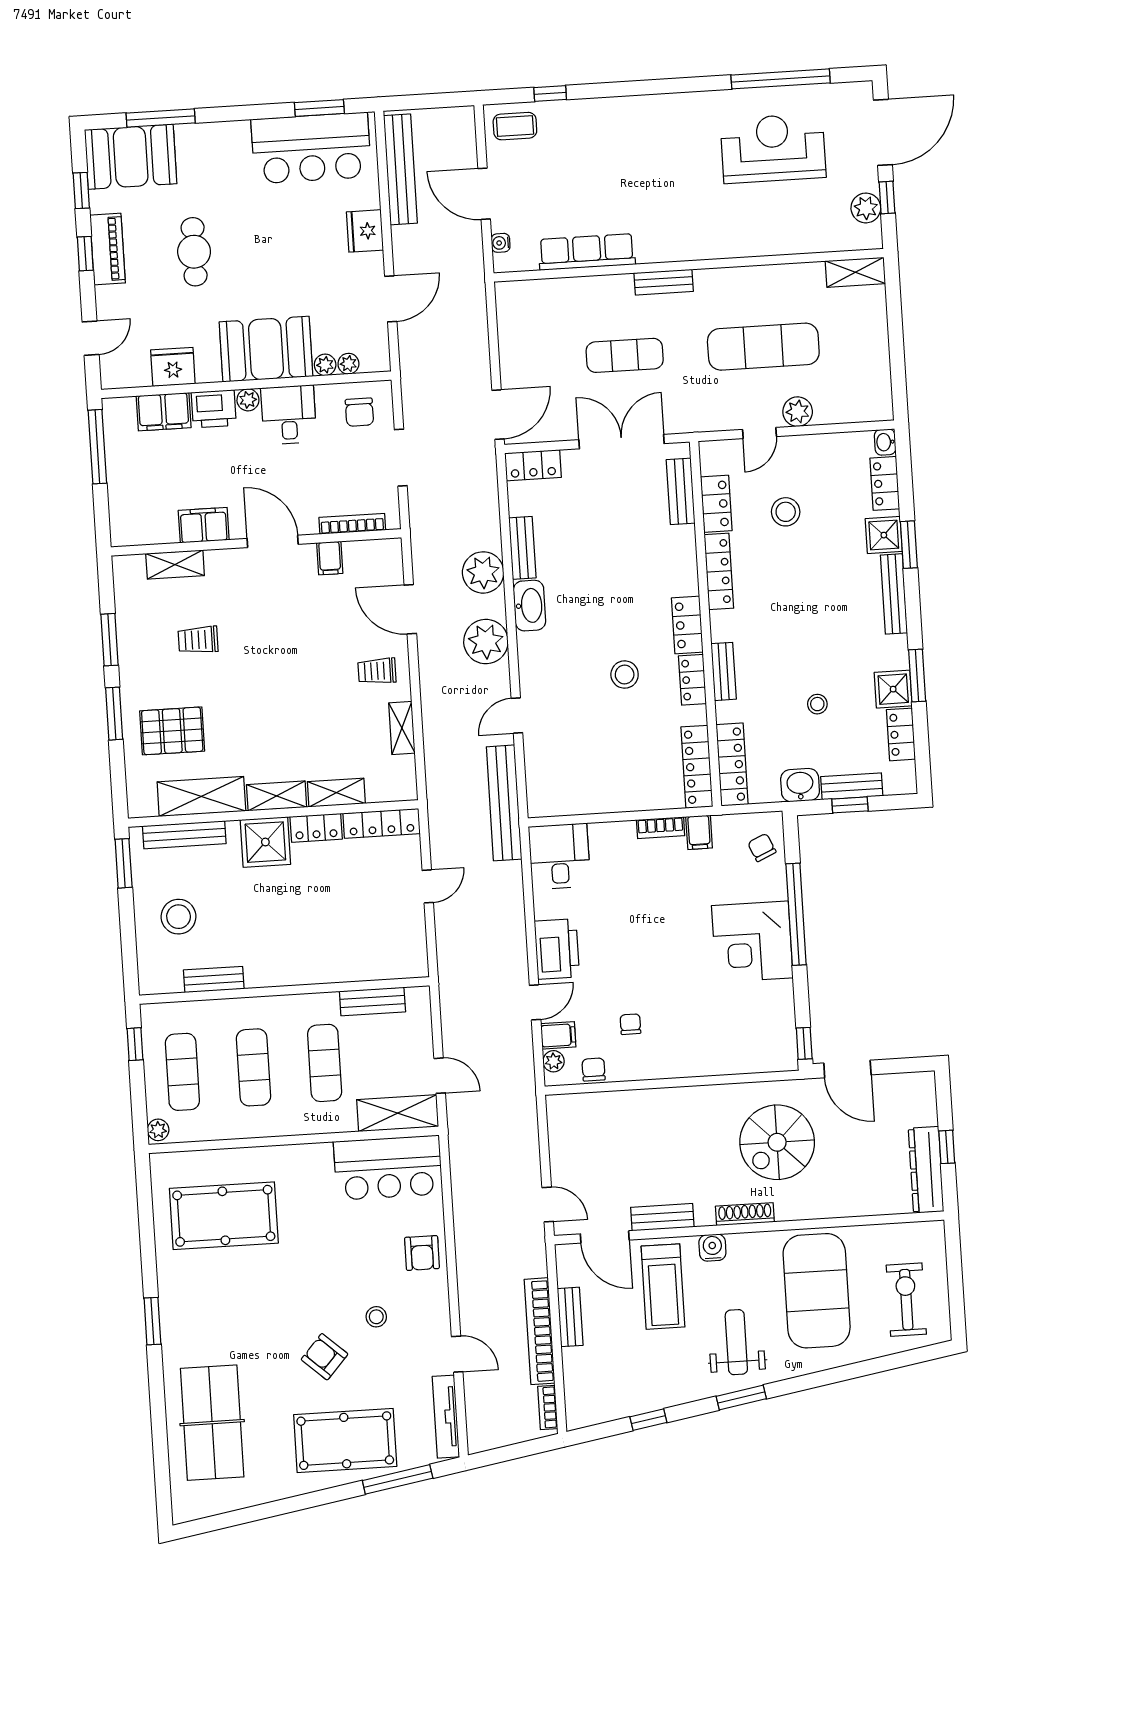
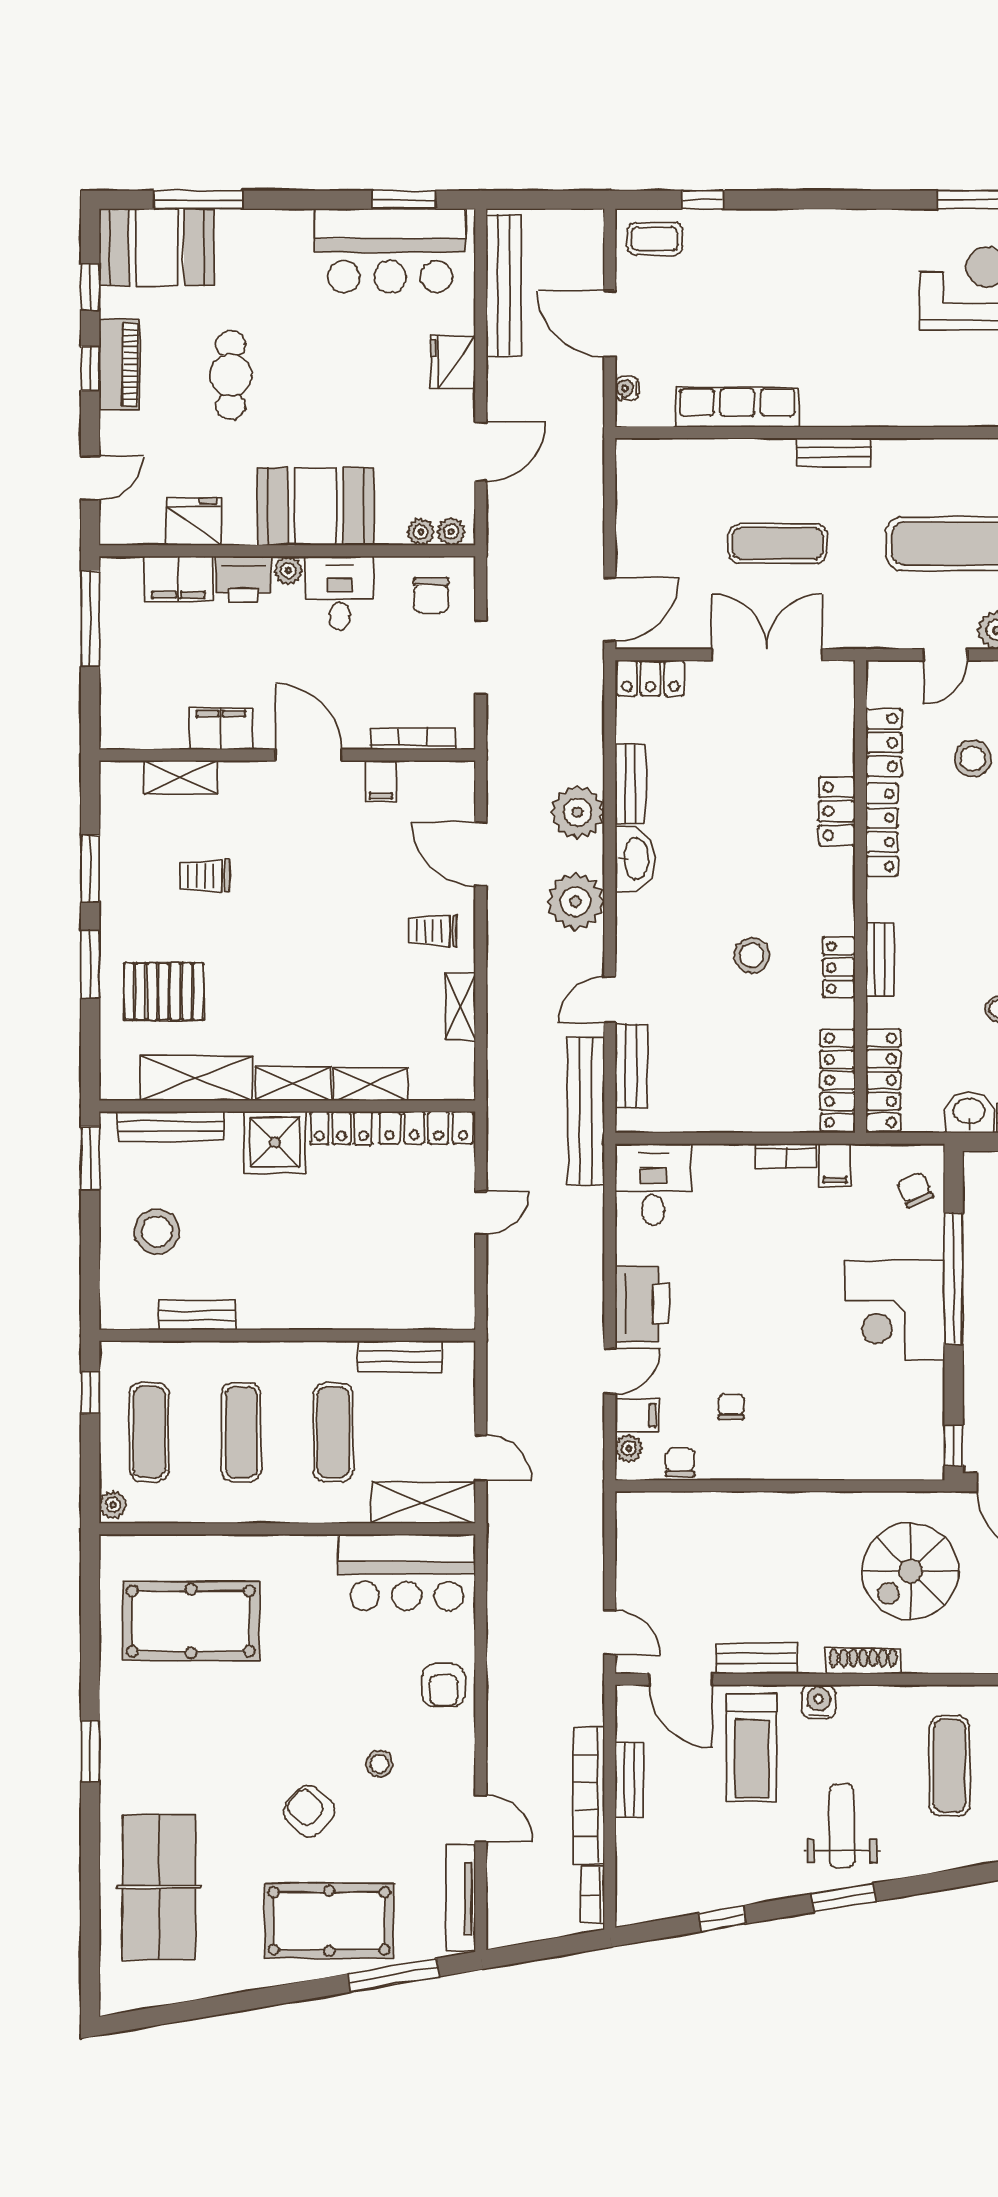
plant: (325, 365) -> (451, 532), moved
bench: (681, 491) -> (631, 1066), moved
locker: (687, 625) -> (837, 811), moved
exercise mat: (817, 1291) -> (950, 1766), width x0.50, depth x0.69

